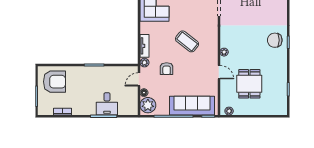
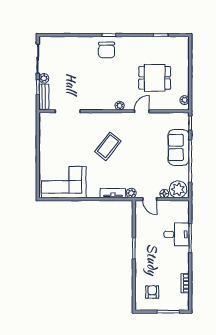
armchair: (167, 69) -> (138, 169), removed
armchair: (55, 82) -> (152, 292), width x0.53, depth x0.53
sofa: (192, 106) -> (179, 147), width x0.73

